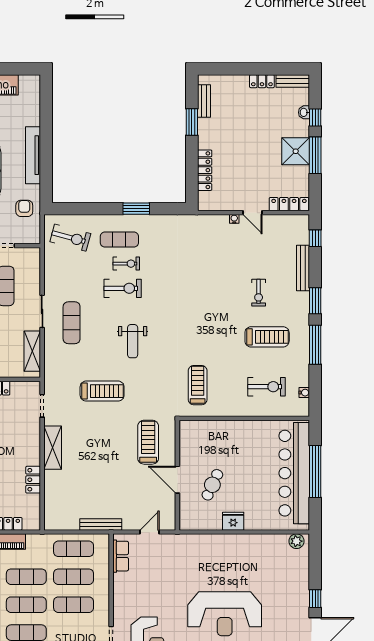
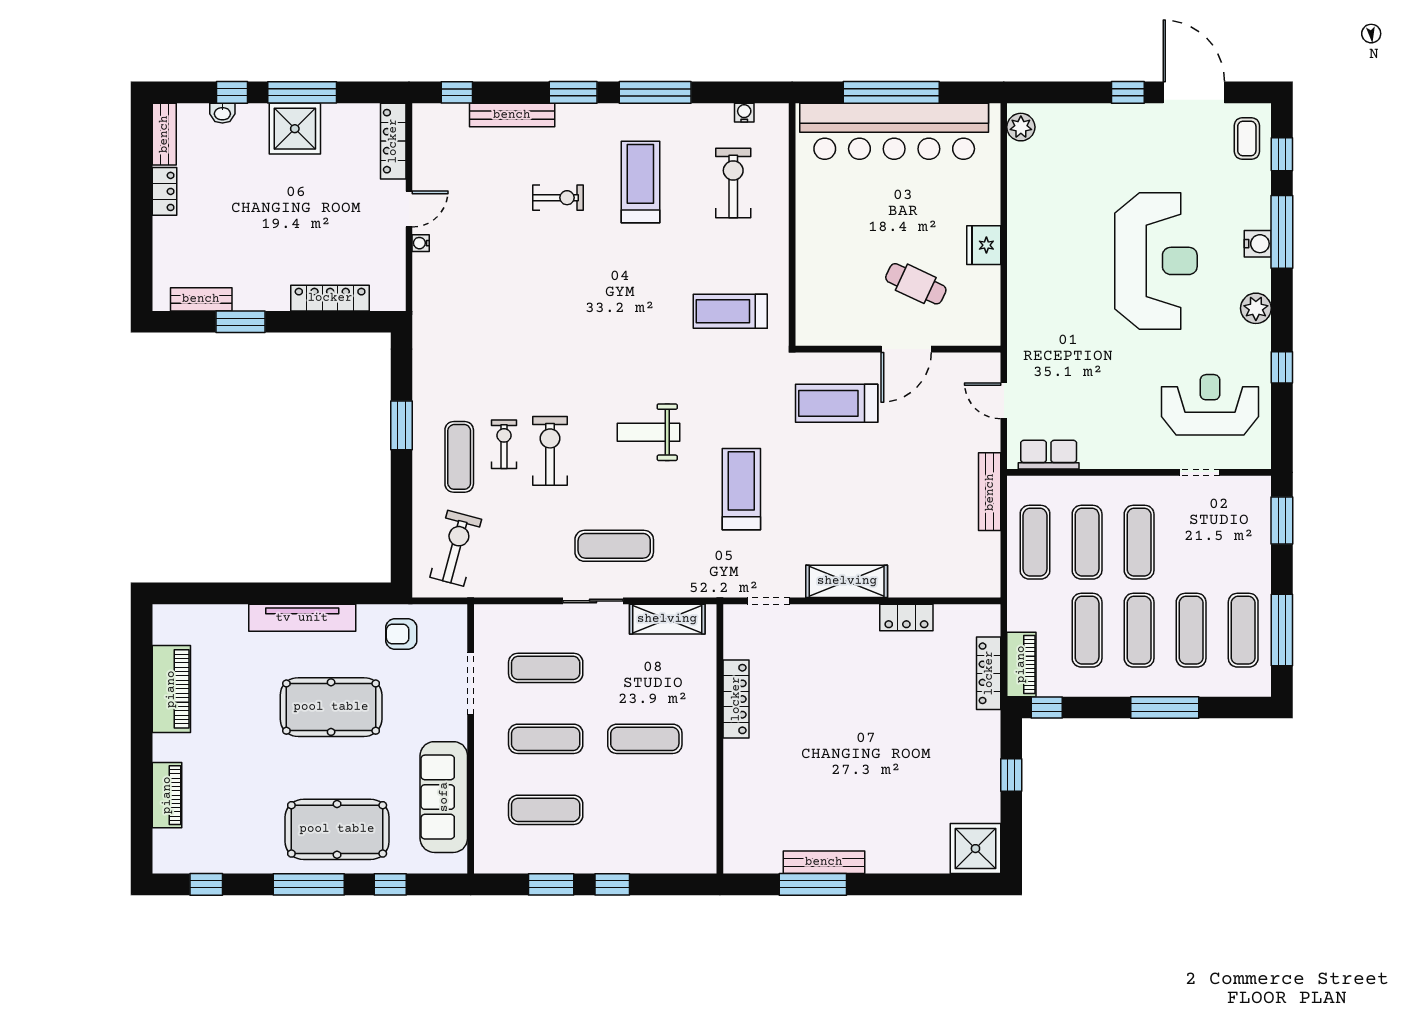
weight bench: (133, 341) -> (649, 432), turned 180

